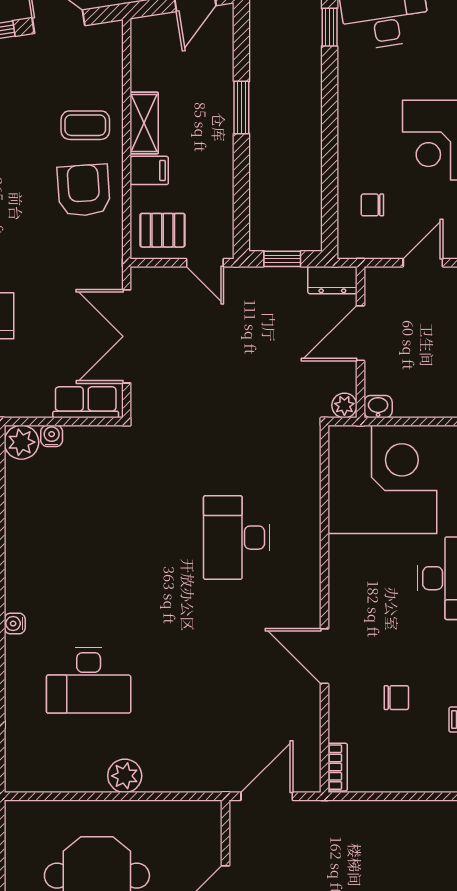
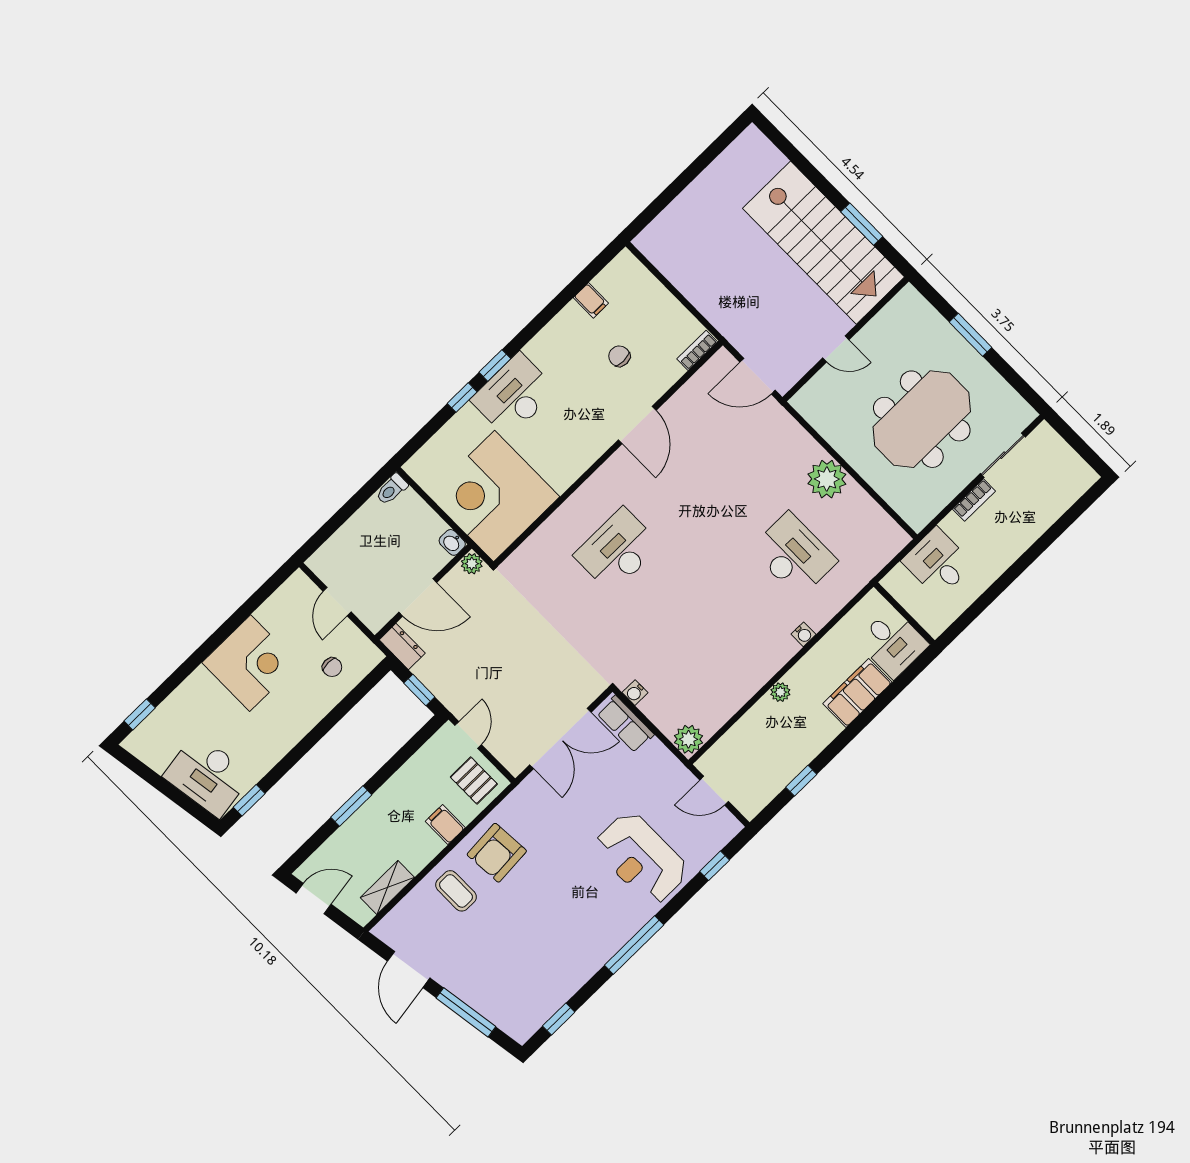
shelving: (144, 123) -> (387, 888), moved
door: (423, 263) -> (337, 602), hinge flipped
water cooler: (52, 436) -> (635, 693), moved
desk: (237, 538) -> (617, 550), turned 180
plant: (125, 776) -> (827, 479), width x1.36, depth x1.36

